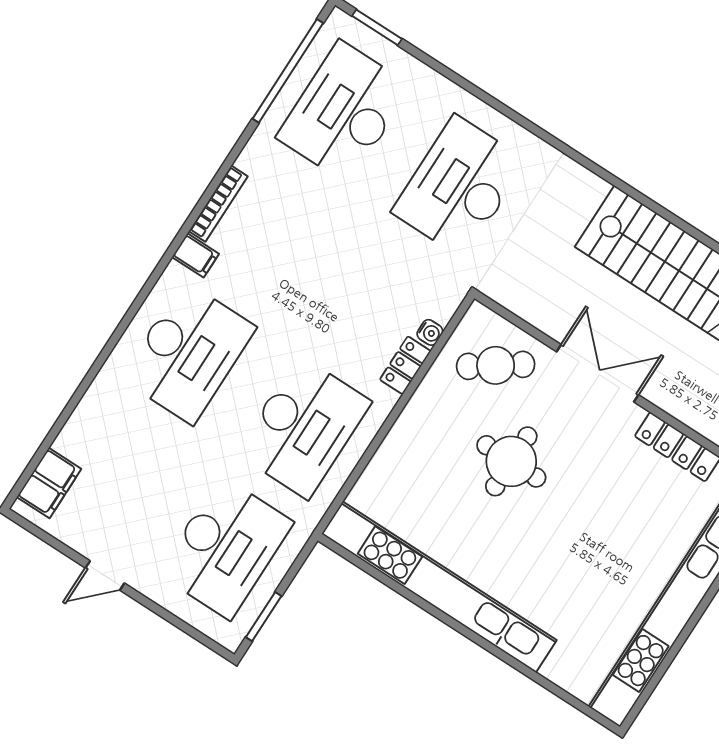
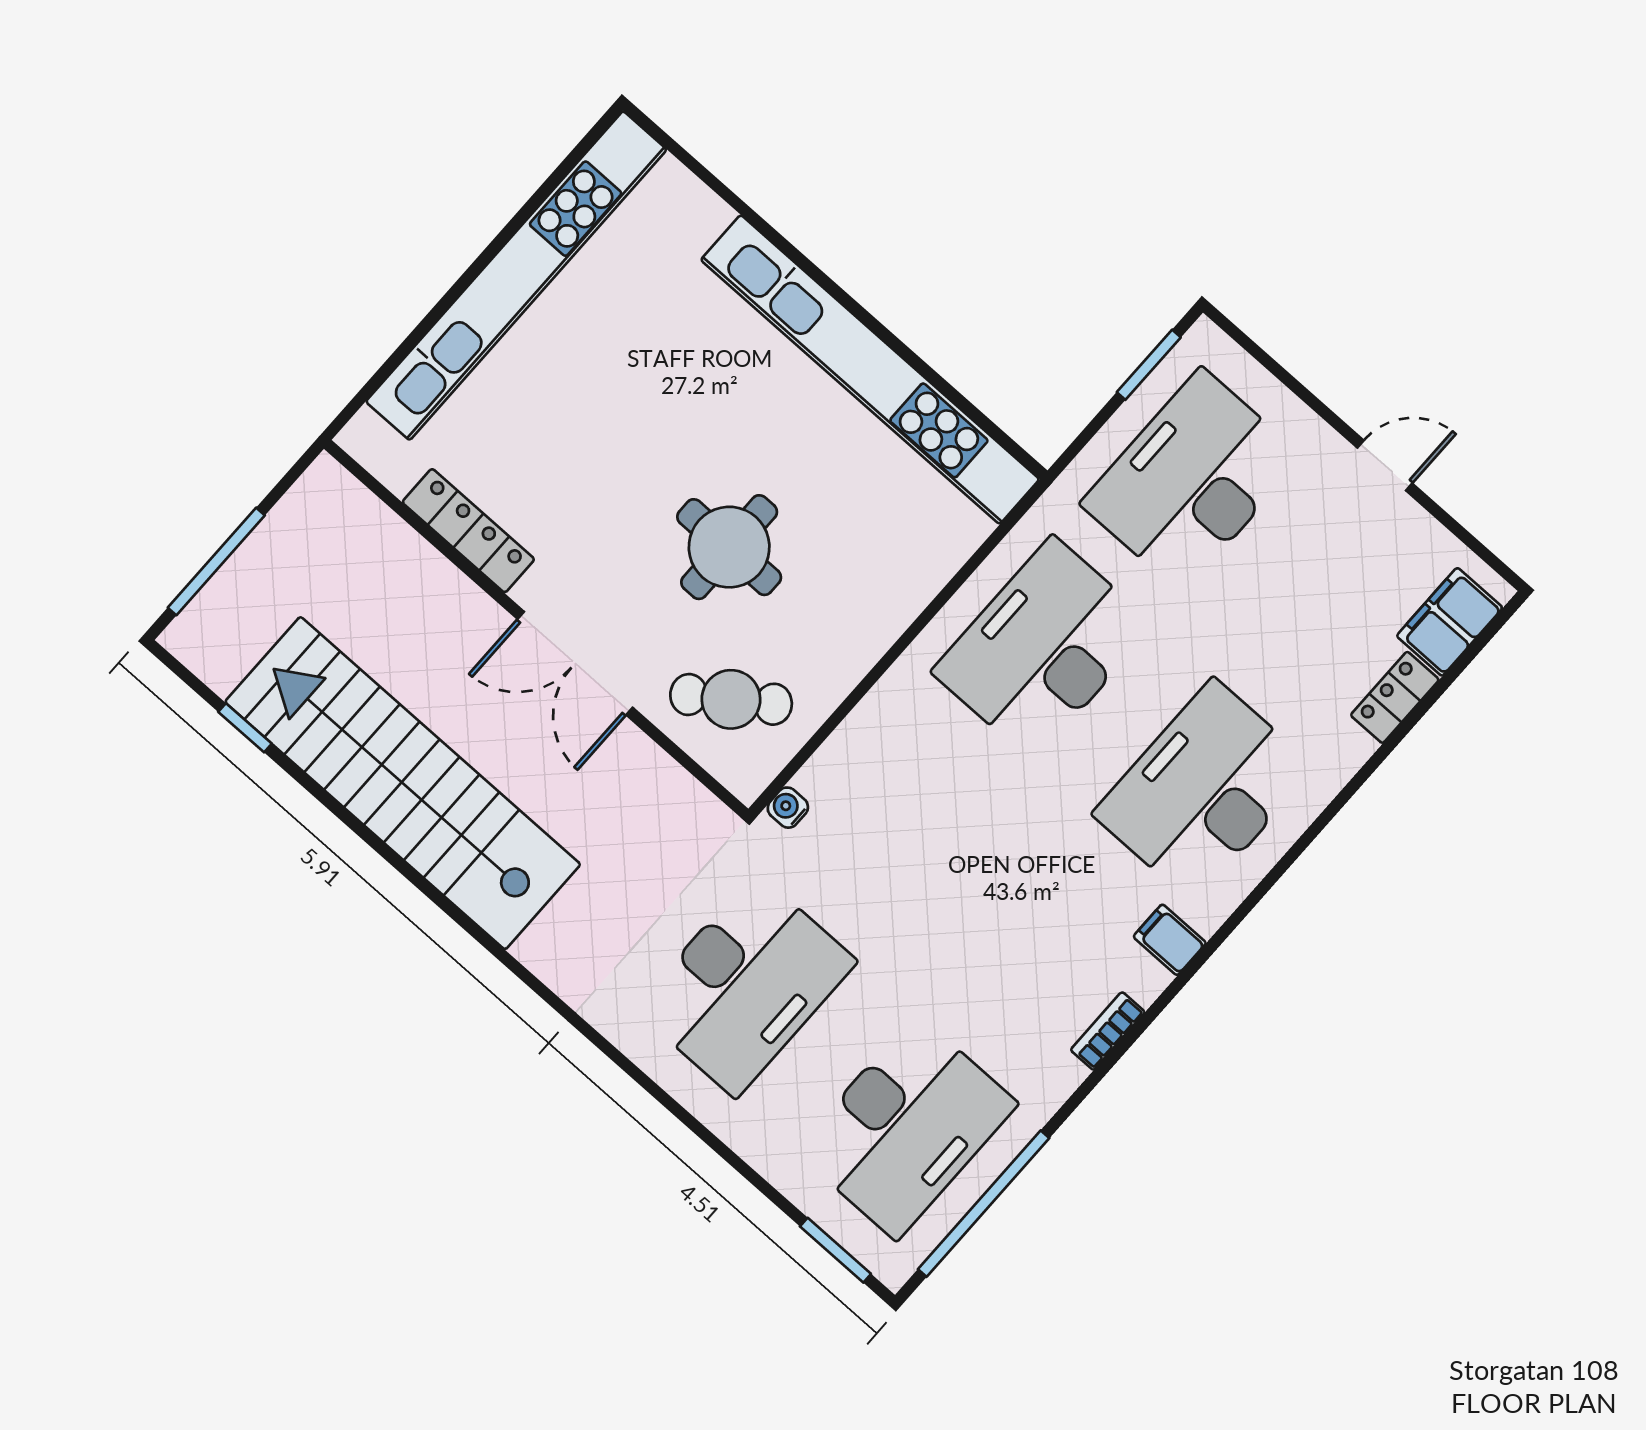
bookcase: (218, 204) -> (1108, 1031), width x0.64
water cooler: (430, 332) -> (788, 808), moved
locker: (405, 365) -> (1395, 697), moved, turned 180

